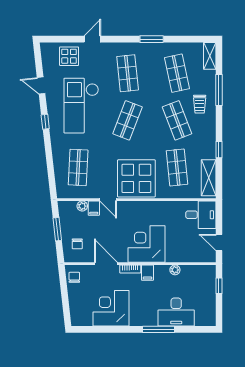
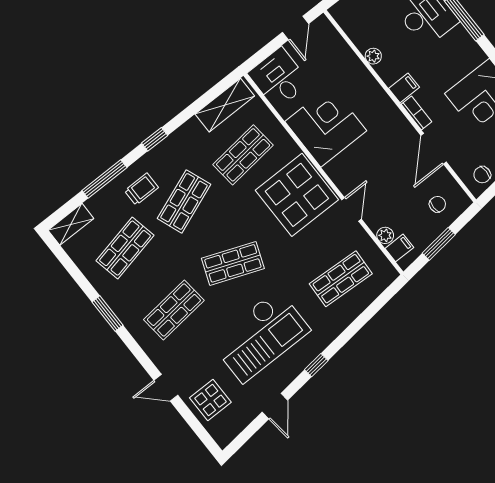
window: (219, 150) -> (155, 139), moved
filing cabinet: (94, 208) -> (399, 248), moved
corner desk: (146, 244) -> (326, 126), moved, turned 180

